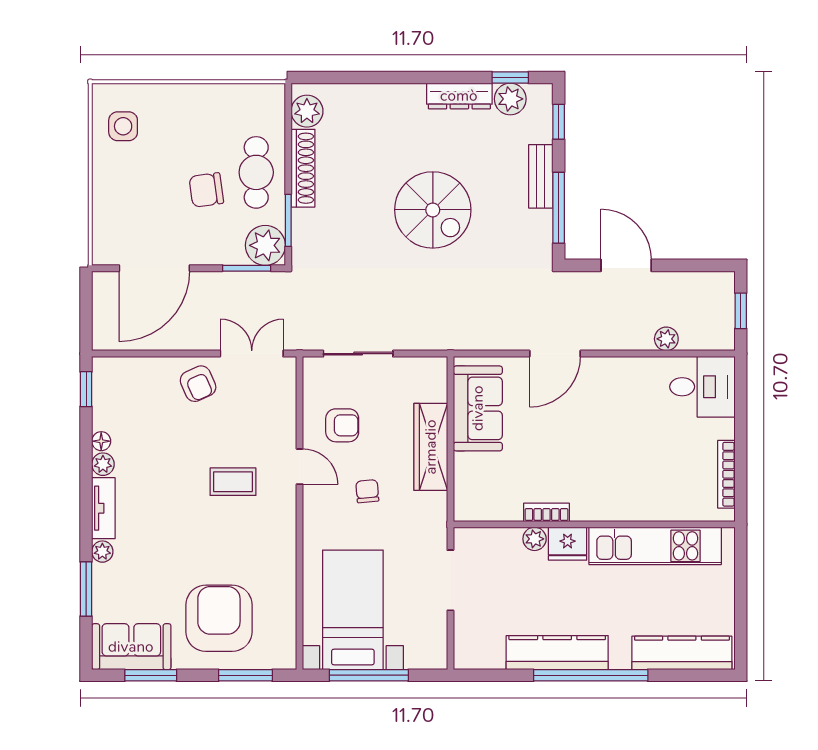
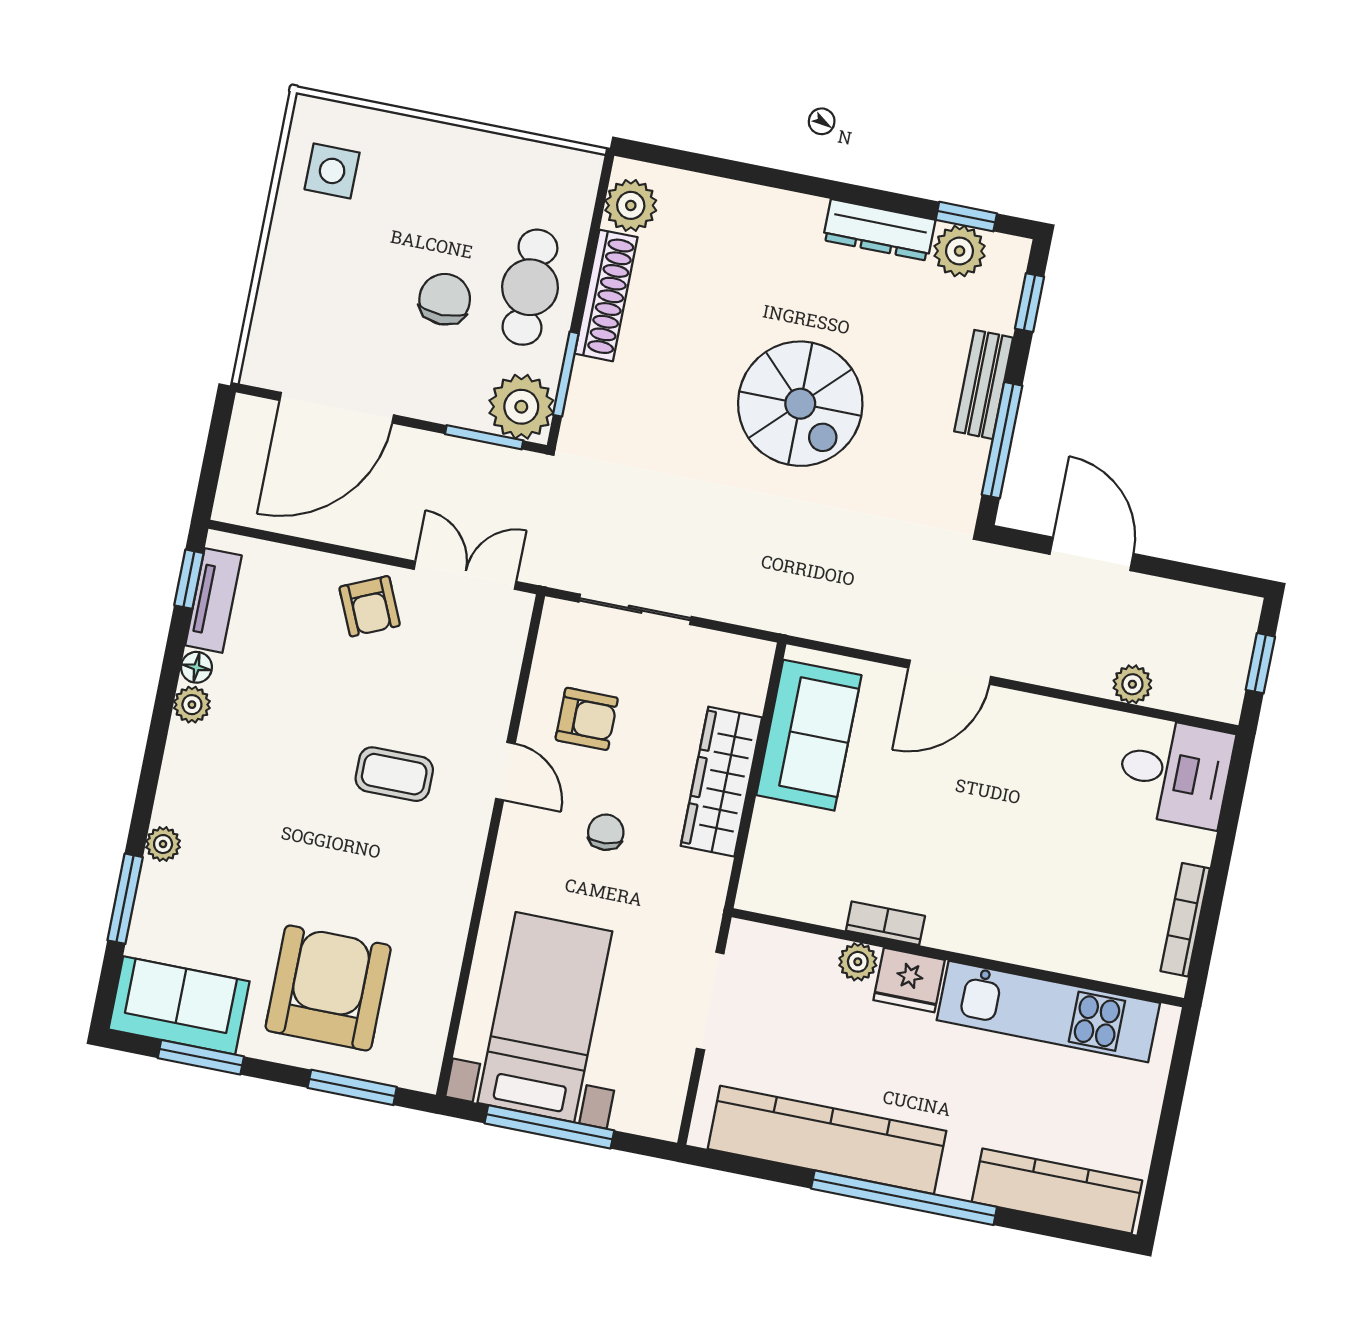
chair: (206, 190) -> (445, 299), turned 98
tv unit: (103, 508) -> (213, 600), moved
kitchen counter: (557, 653) -> (827, 1140), width x1.39, depth x1.17

